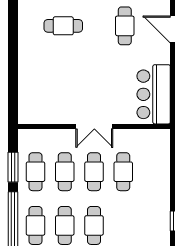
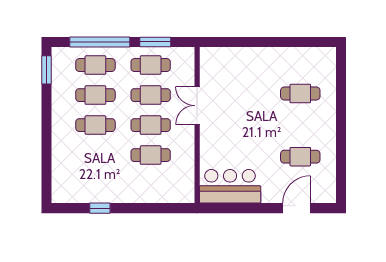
cafe table: (63, 26) -> (300, 94), turned 90
double door: (94, 126) -> (197, 106), moved

